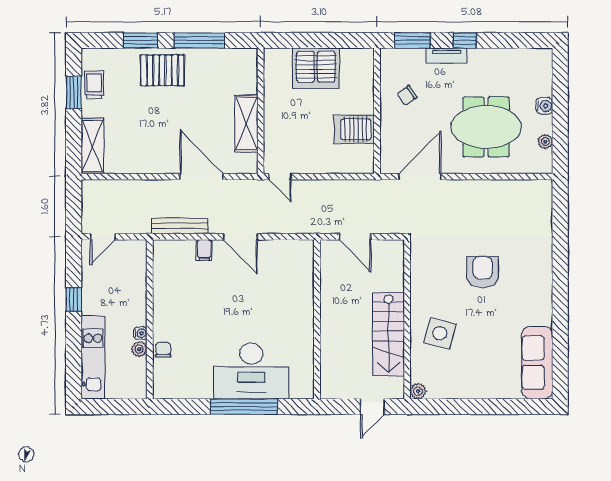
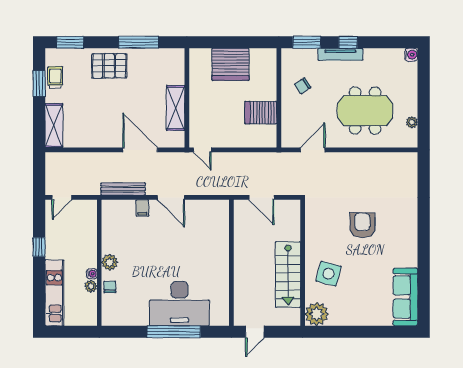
window: (140, 40) -> (70, 42), moved
tv unit: (447, 56) -> (340, 54), width x1.41
water cooler: (544, 106) -> (411, 55), moved
door: (420, 177) -> (313, 150), width x0.73
plant: (163, 319) -> (110, 262), added
plant: (418, 391) -> (317, 314), width x1.88, depth x1.88
door: (372, 407) -> (255, 332), moved

